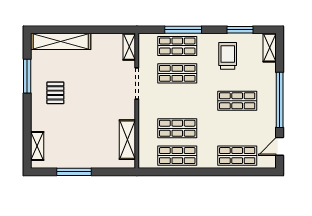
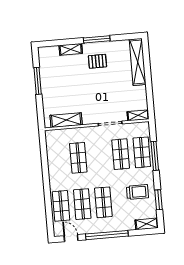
window: (27, 76) -> (97, 39), moved
shelving: (37, 146) -> (71, 49), moved
shop shelf: (177, 156) -> (82, 204), moved

